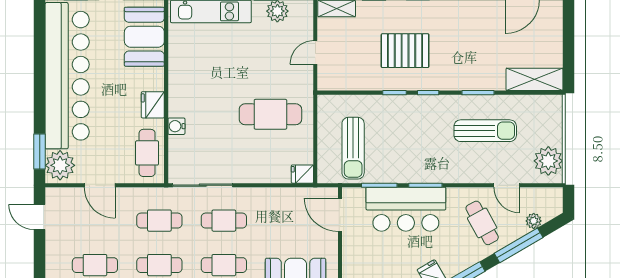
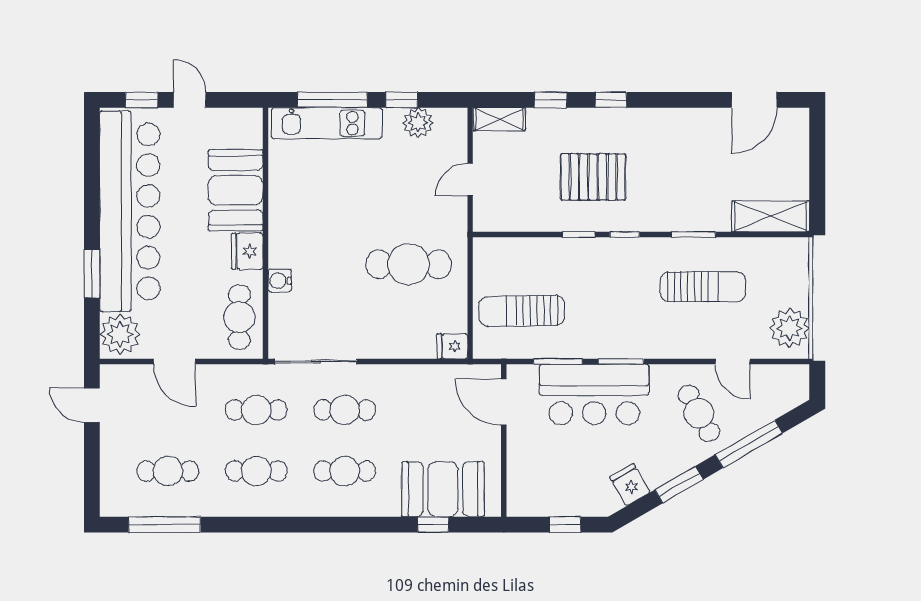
booth: (144, 37) -> (236, 190), moved
sun lounger: (353, 148) -> (522, 311), turned 89
window: (40, 151) -> (92, 274), moved
plant: (534, 221) -> (769, 411), removed

